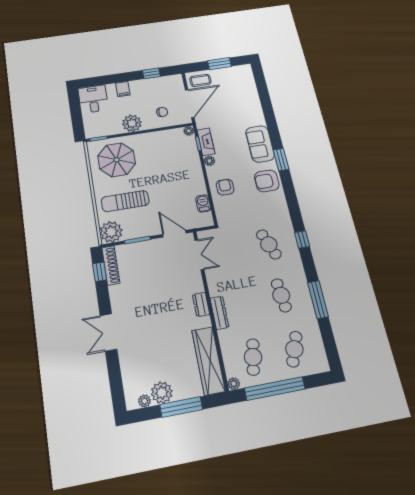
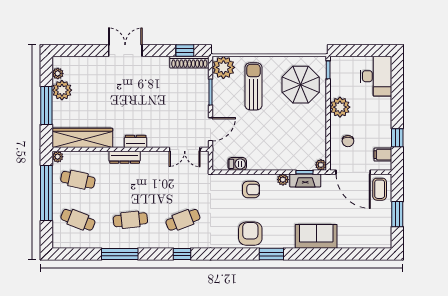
filing cabinet: (123, 89) -> (383, 155), moved
desk: (93, 99) -> (376, 76), width x1.37
sofa: (260, 144) -> (316, 236), moved

